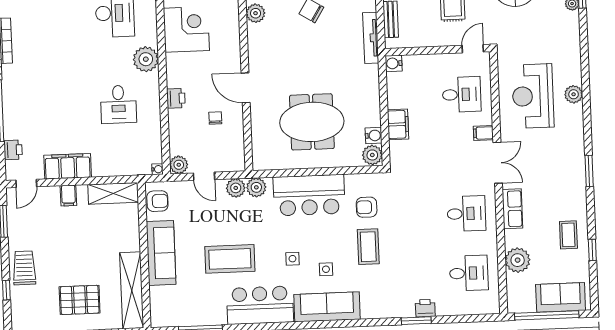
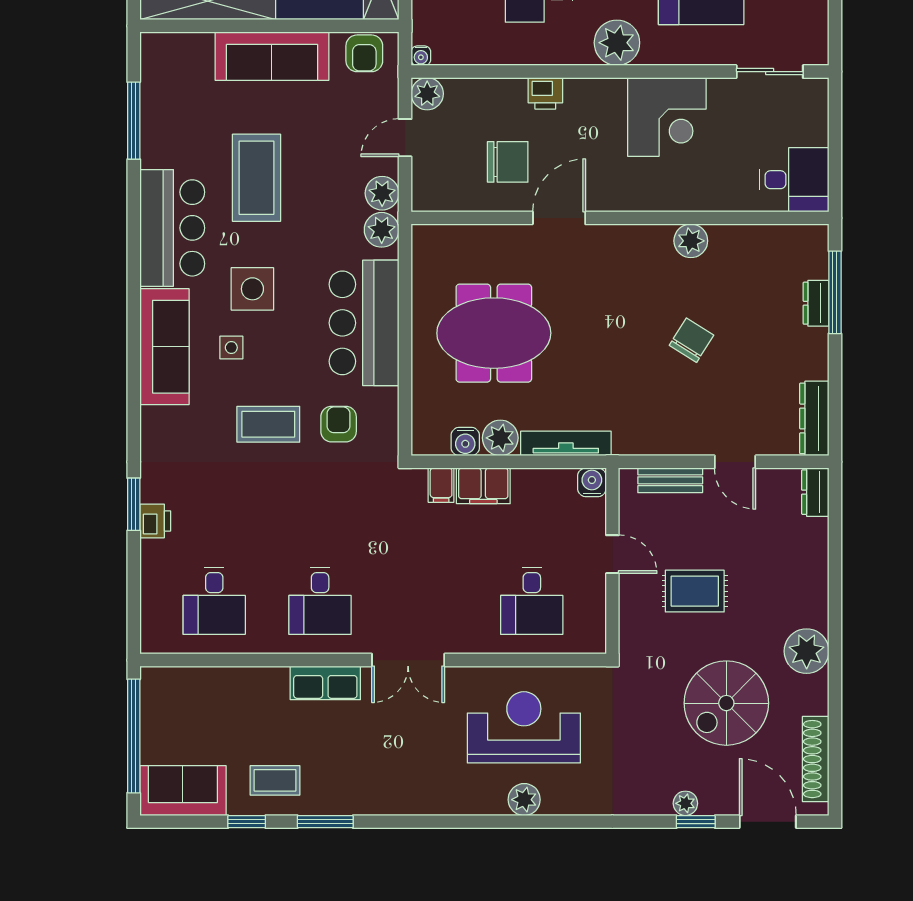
tv unit: (371, 38) -> (566, 443), moved
door: (473, 49) -> (612, 554), moved
chair: (215, 118) -> (508, 162), width x1.87, depth x1.87
meeting table: (312, 122) -> (494, 333), turned 90
filing cabinet: (483, 133) -> (441, 485), moved, turned 180
plant: (372, 155) -> (500, 438), moved
window: (589, 171) -> (325, 822), moved
side table: (292, 259) -> (252, 289), width x1.87, depth x1.87
plant: (518, 260) -> (234, 688), removed
sofa: (561, 297) -> (183, 791), moved, turned -90

